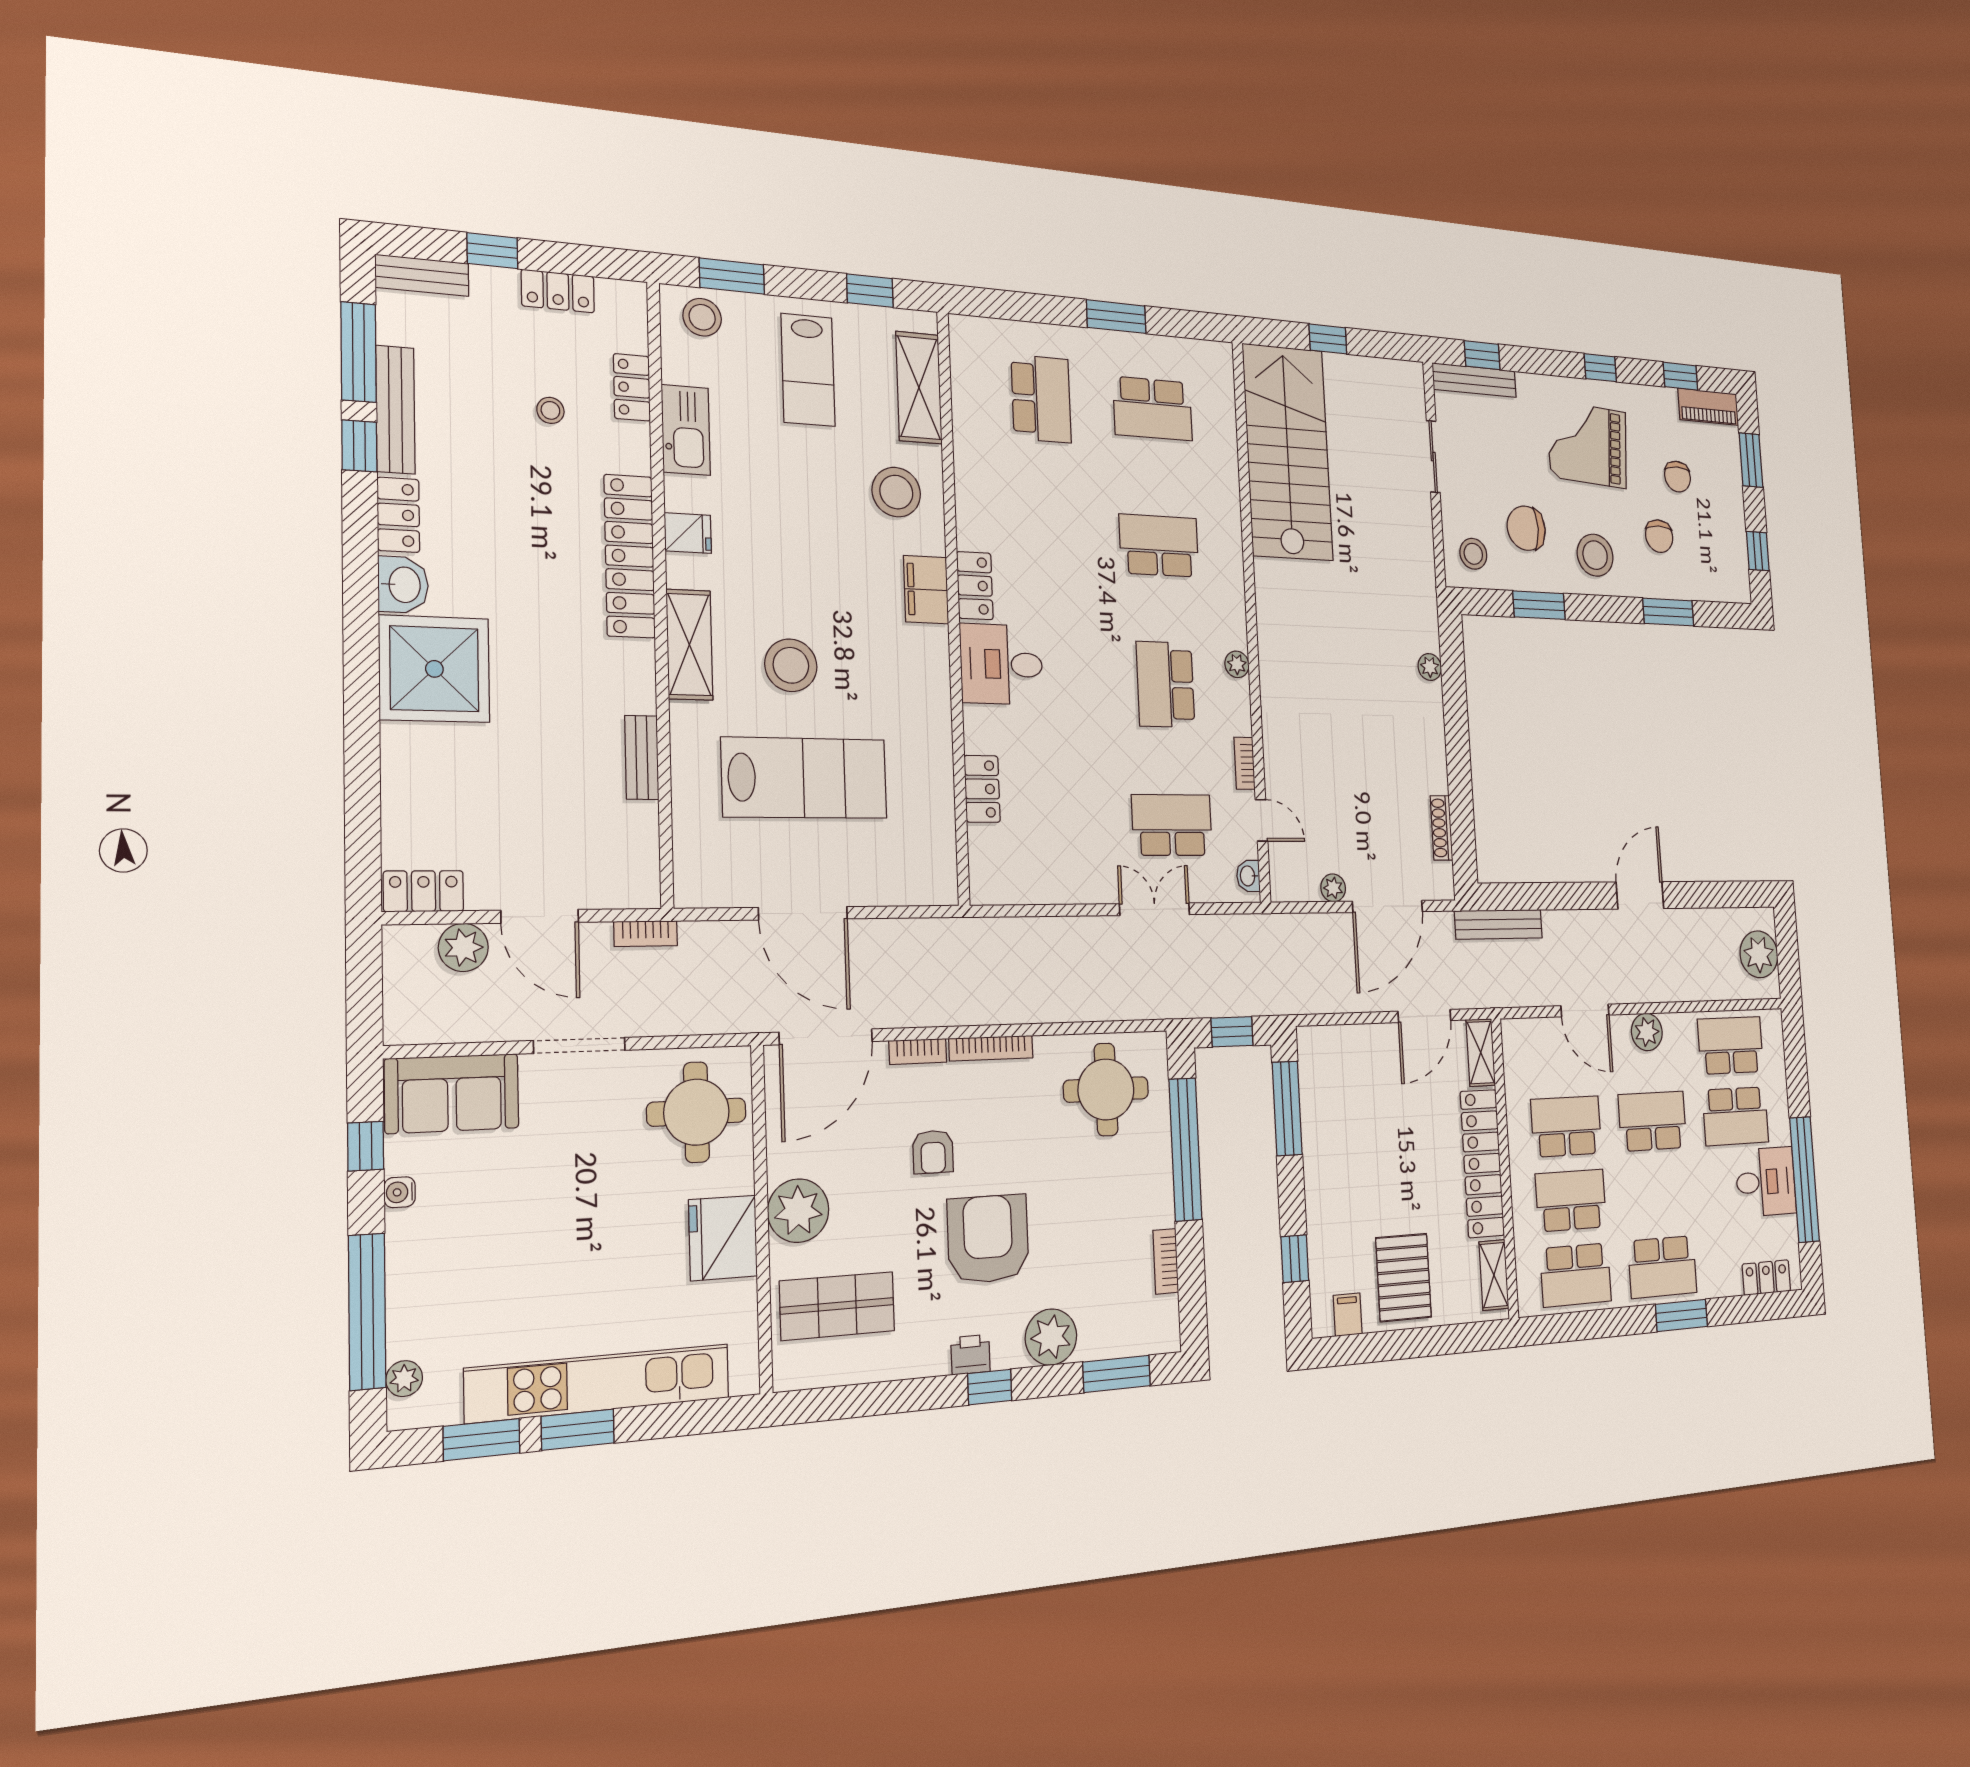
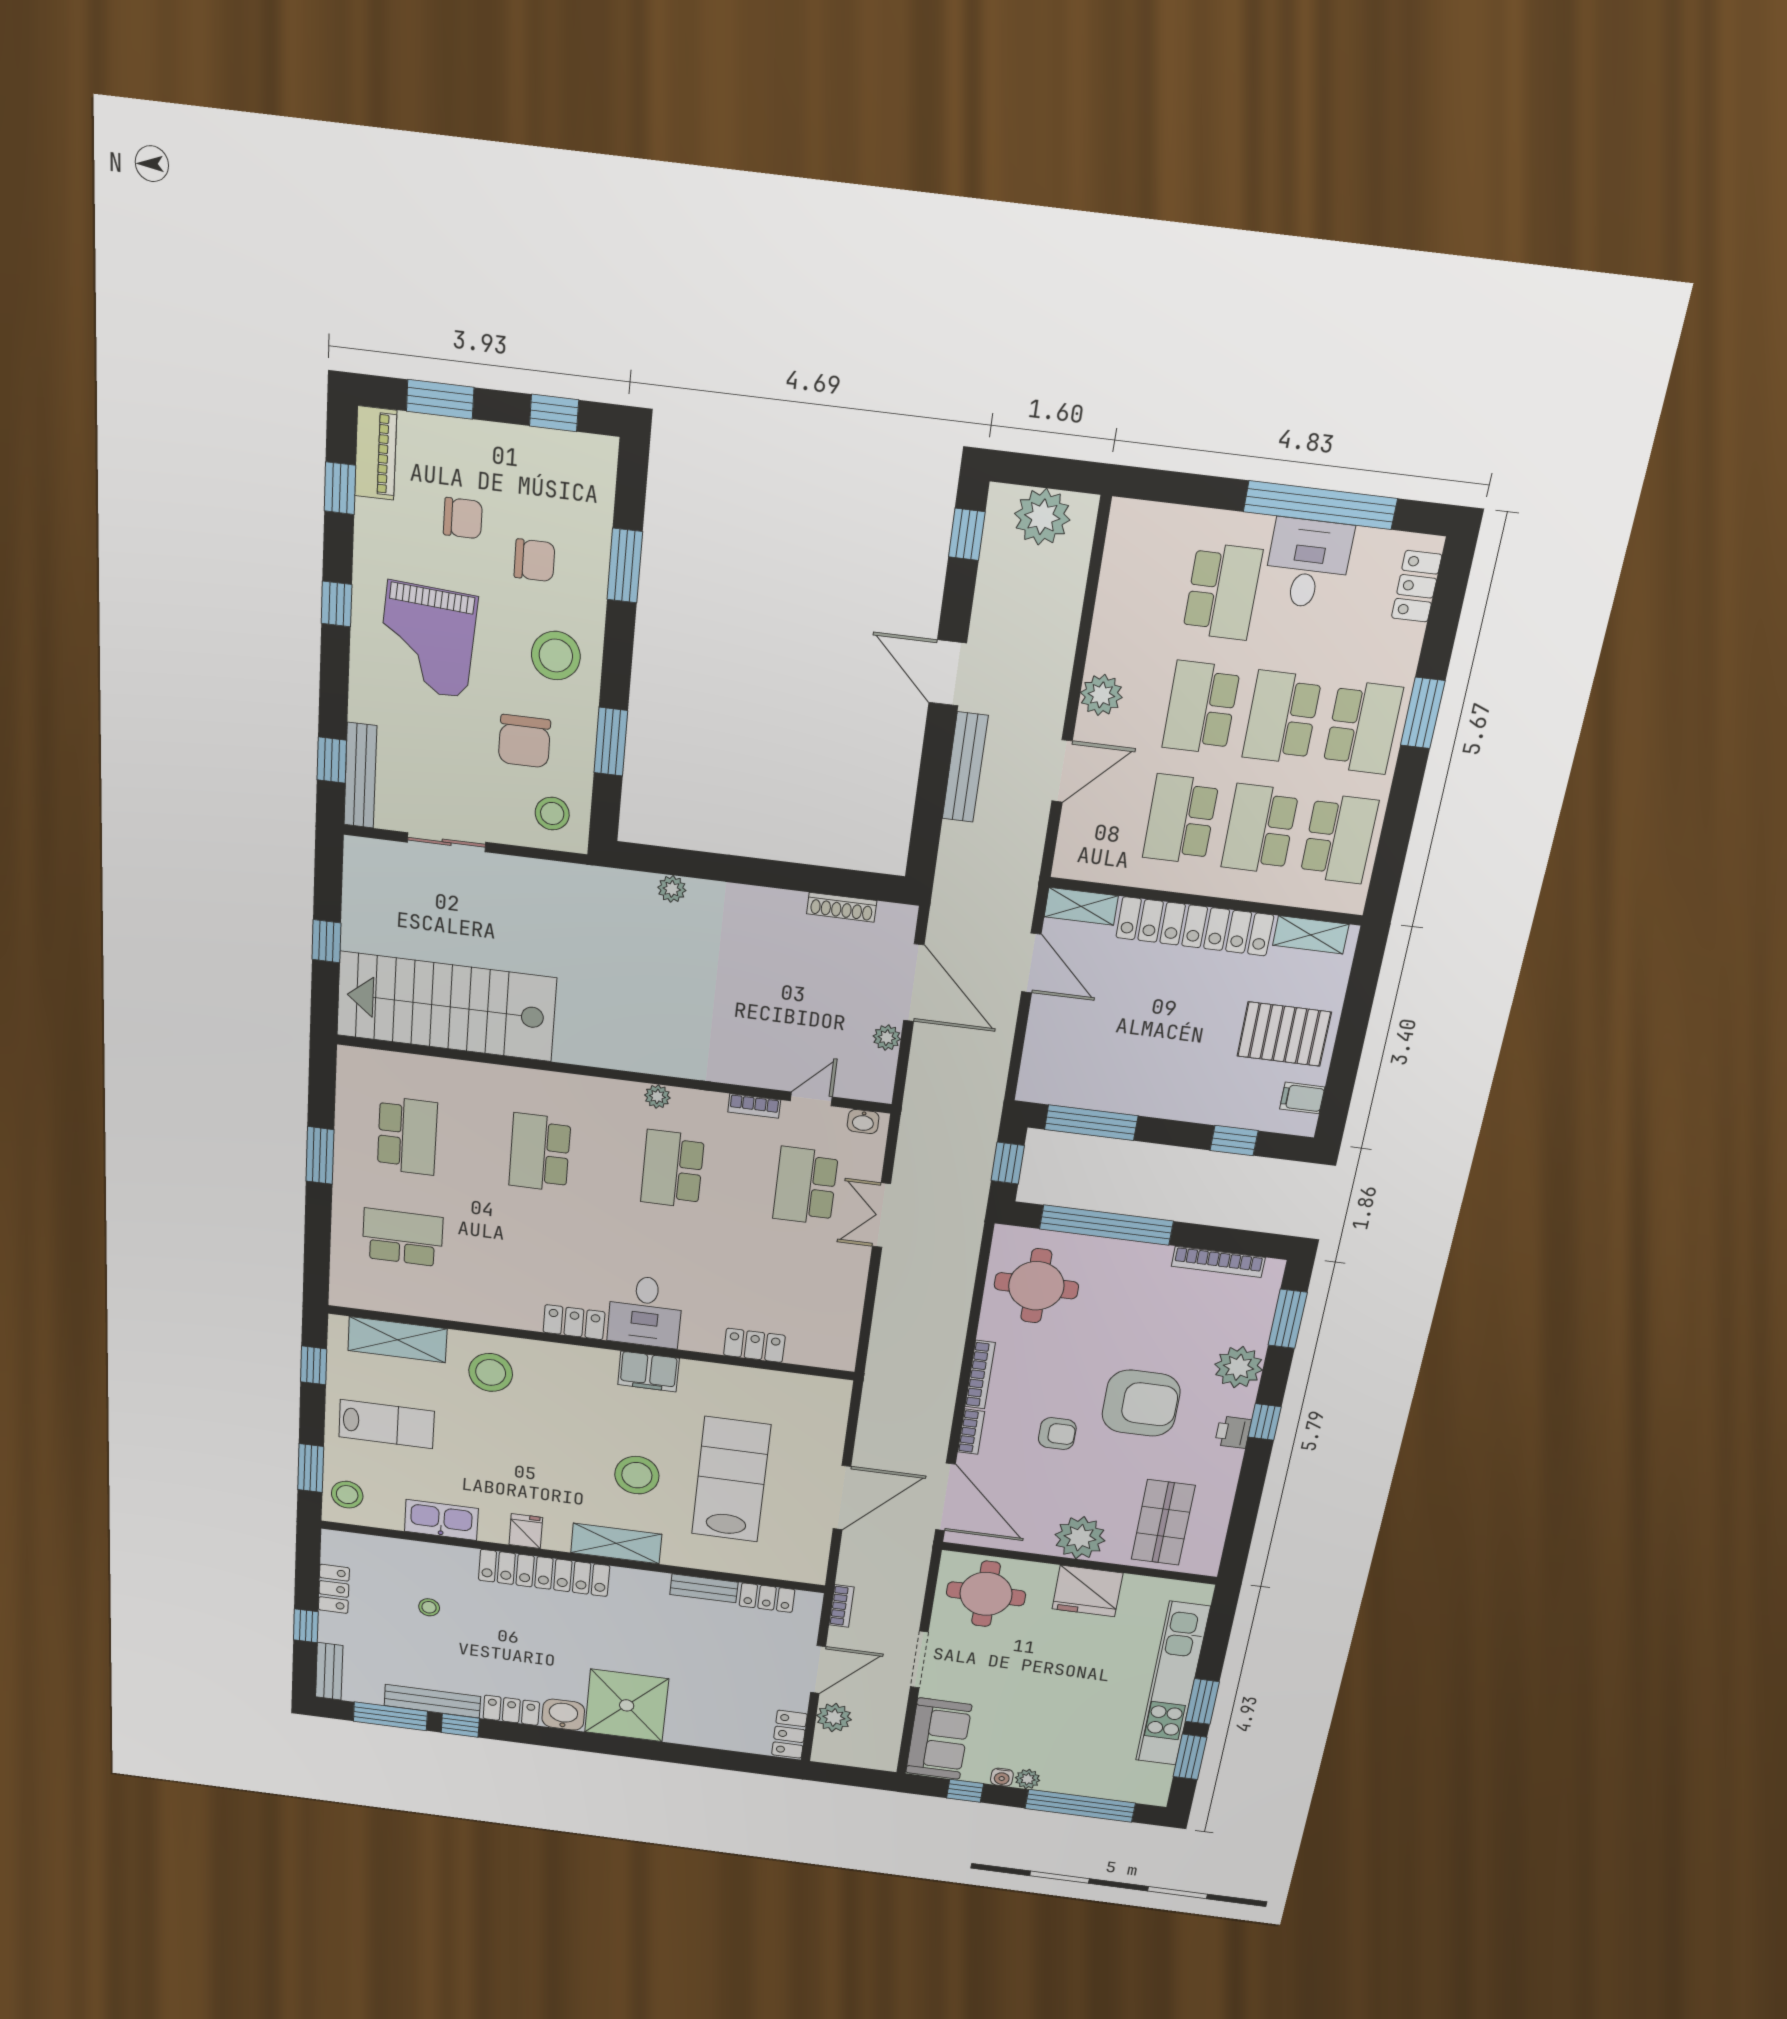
locker: (632, 387) -> (767, 1598), moved
filing cabinet: (926, 590) -> (649, 1372), moved
school desk: (1165, 684) -> (673, 1169), turned 90
window: (1737, 894) -> (967, 534), added
bench: (1499, 924) -> (965, 767), moved
school desk: (1731, 1045) -> (1282, 717), moved
armchair: (988, 1239) -> (1141, 1403), turned 180
bookcase: (1166, 1261) -> (1218, 1262), width x1.56
plant: (404, 1379) -> (1028, 1779), moved

